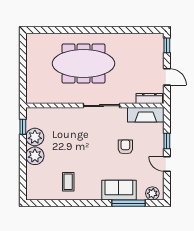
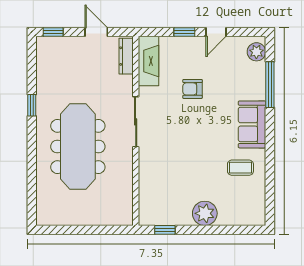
window: (114, 30) -> (32, 105), added
door: (167, 77) -> (96, 32), hinge flipped
plant: (35, 137) -> (179, 213), removed
sofa: (119, 190) -> (252, 124), moved

